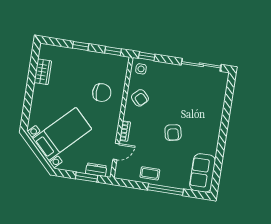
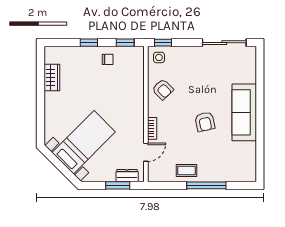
chair: (102, 93) -> (108, 59), moved, width x0.54, depth x0.54
sofa: (203, 173) -> (244, 112), moved, width x1.36

